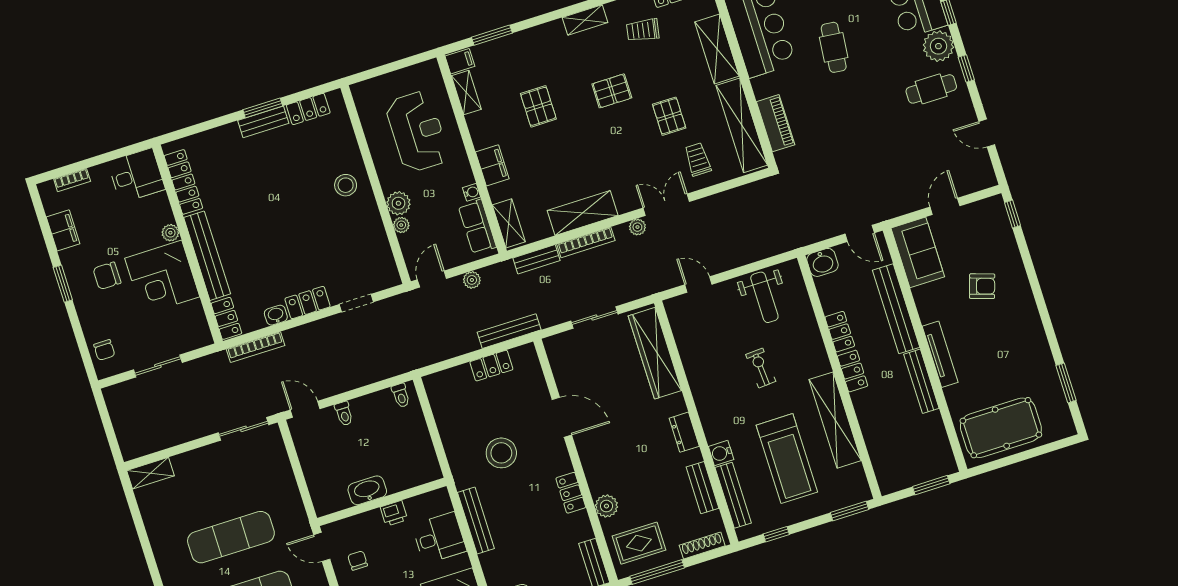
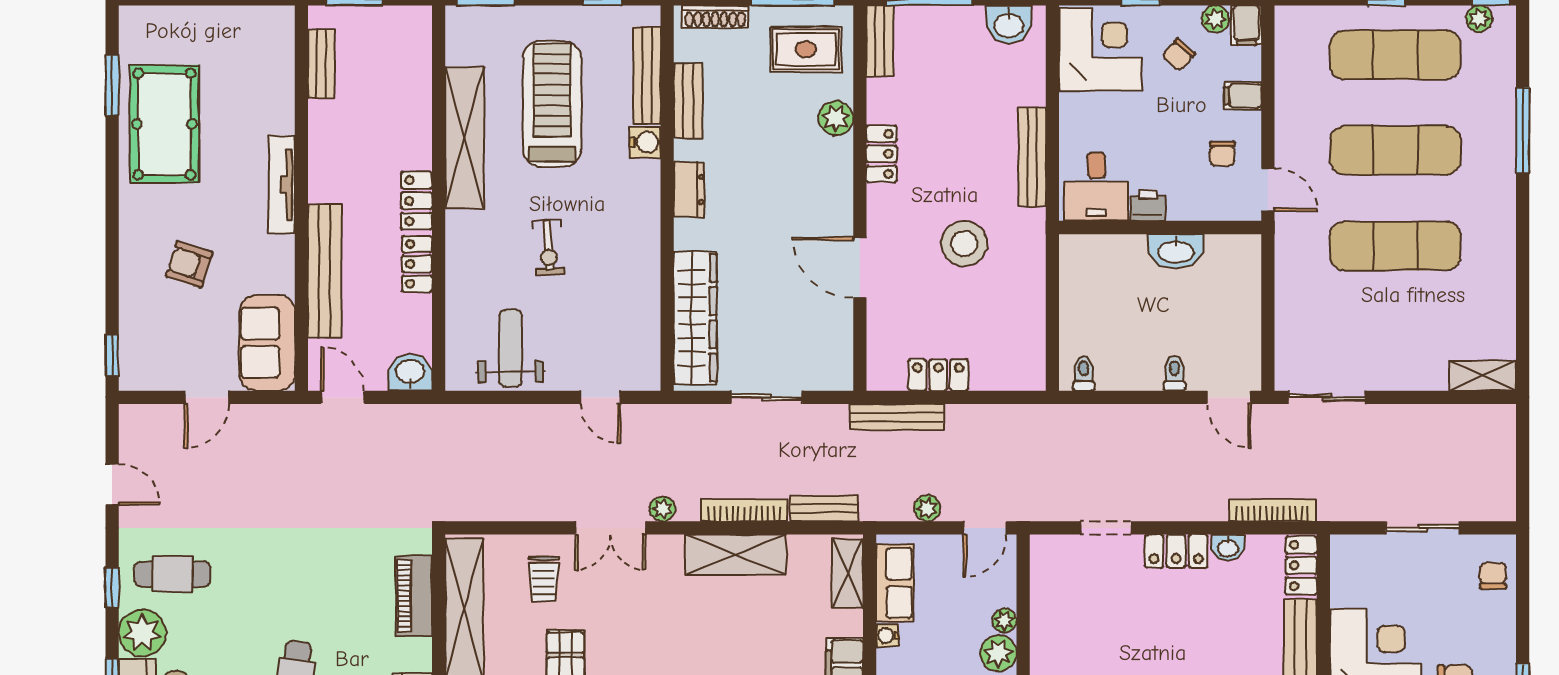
bench: (921, 381) -> (321, 64), moved, width x0.73
pool table: (1001, 428) -> (164, 124), moved, turned 90
desk: (439, 538) -> (1096, 187), moved, turned -90

